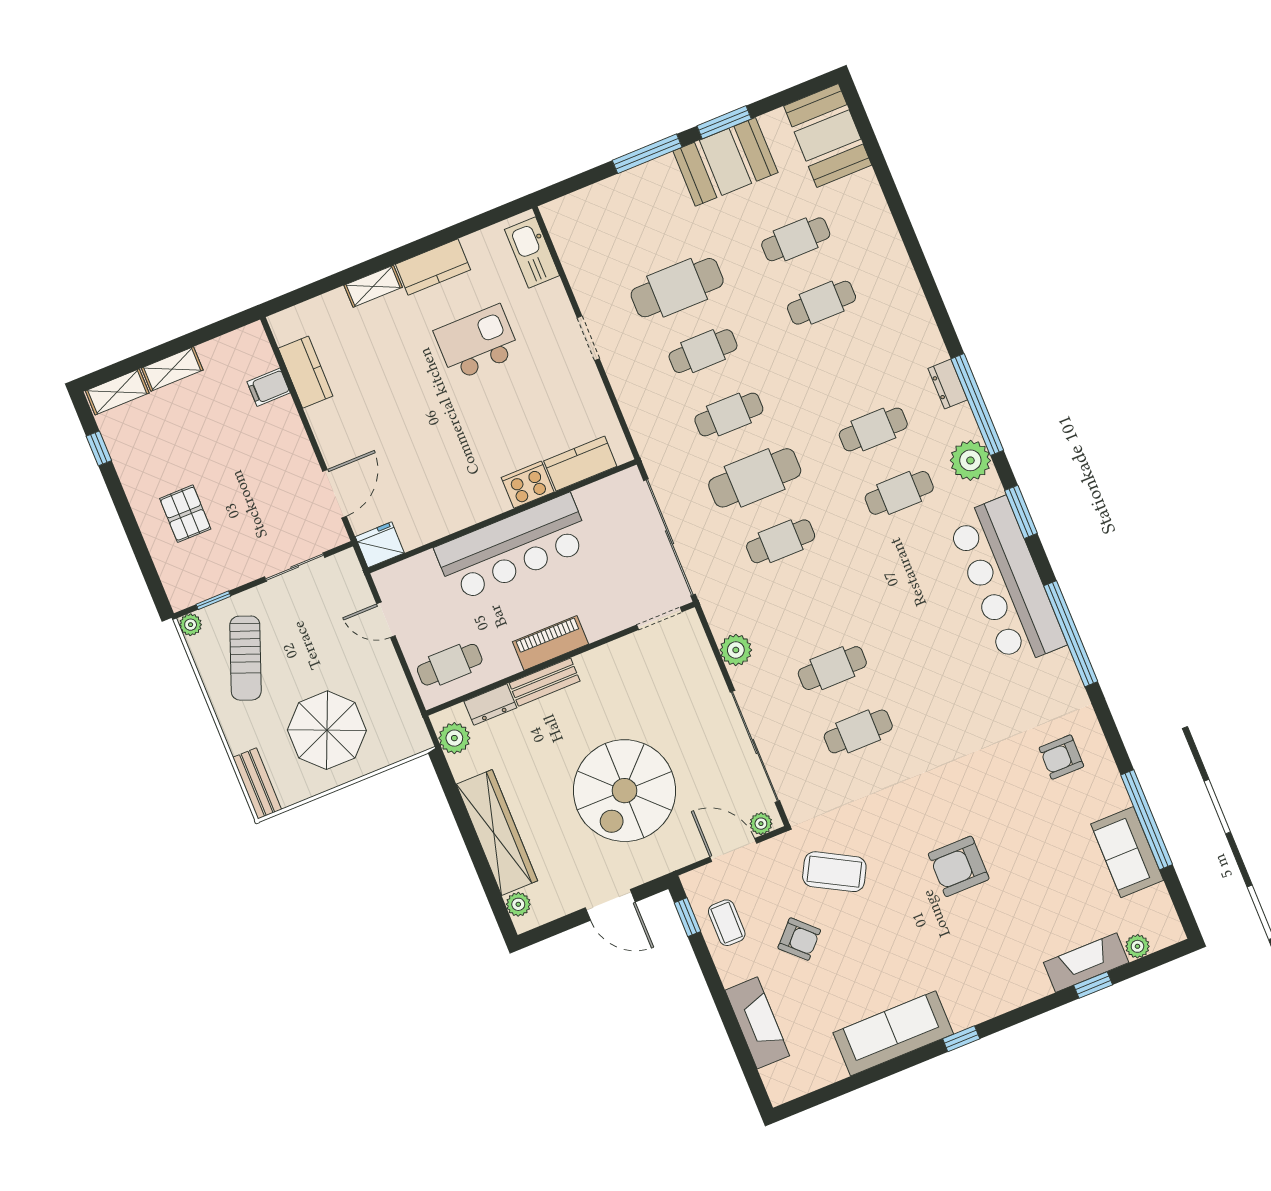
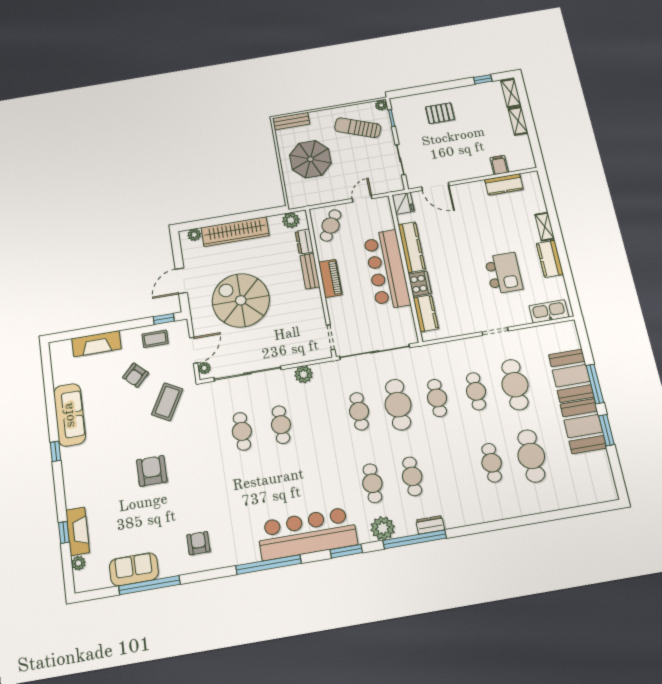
booth: (828, 136) -> (571, 376), moved, turned 90
cafe table: (796, 239) -> (531, 456), width x1.37, depth x1.35
kitchen counter: (461, 513) -> (412, 247), added
cafe table: (450, 665) -> (331, 225), turned 30

